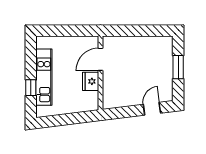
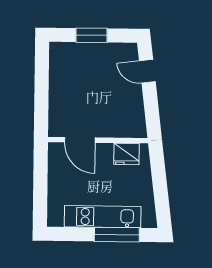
fridge: (91, 81) -> (127, 154), moved
window: (31, 88) -> (117, 235), width x2.17

